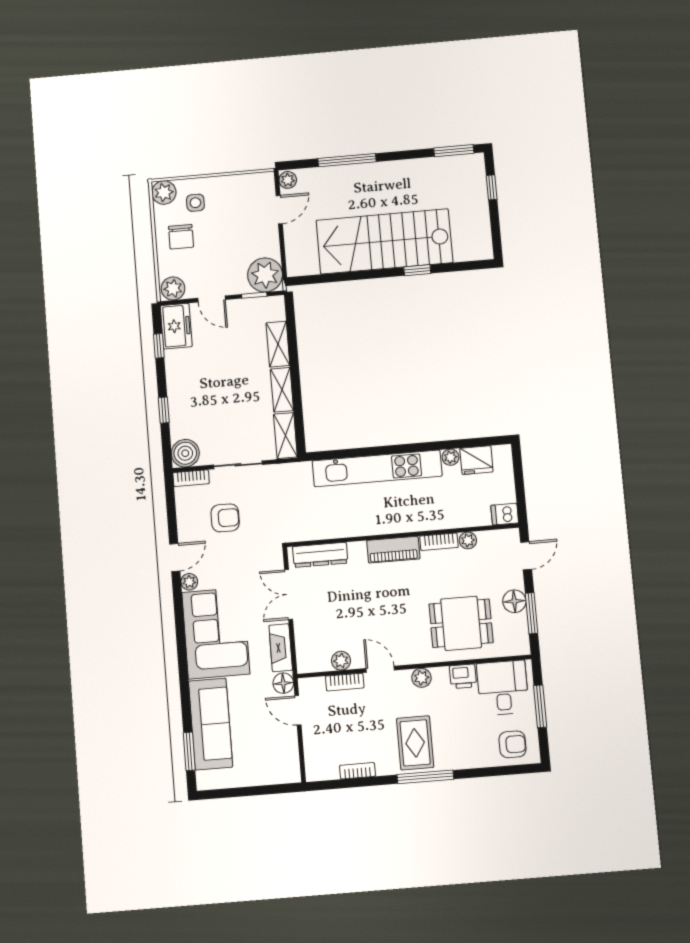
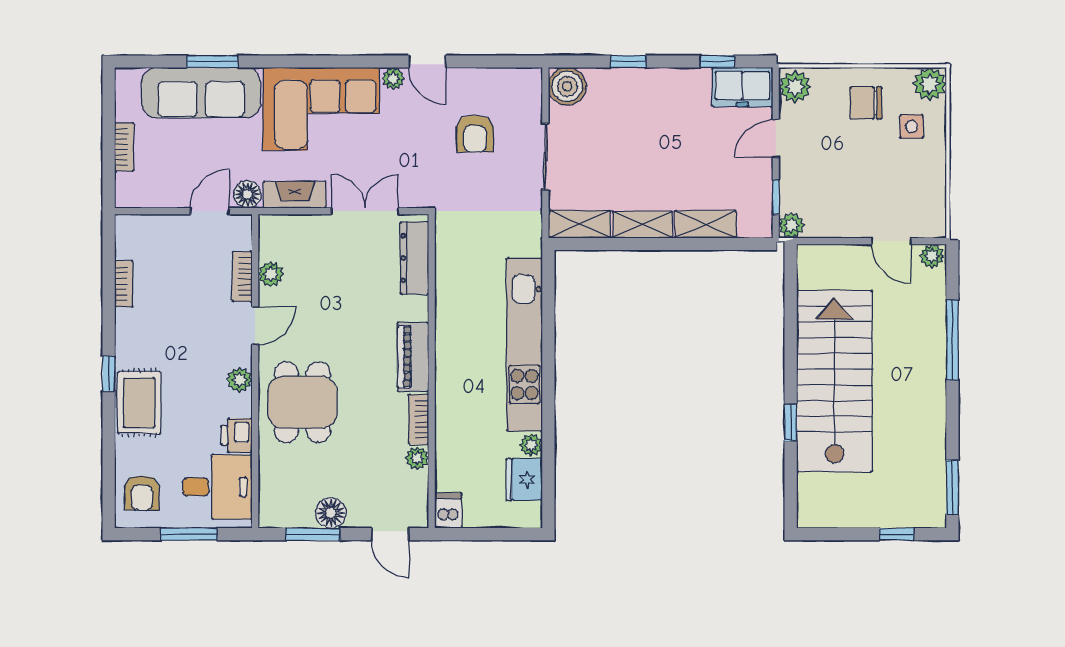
plant: (265, 275) -> (791, 225), width x0.53, depth x0.53
bookcase: (191, 478) -> (124, 147), moved, turned 180
dining table: (461, 623) -> (302, 402), moved
rug: (415, 743) -> (139, 403), moved, turned 90
window: (189, 751) -> (212, 61), moved
window: (425, 777) -> (109, 373), width x0.46

